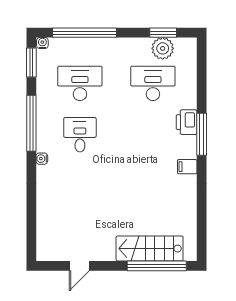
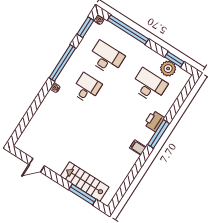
window: (157, 266) -> (82, 195), width x0.68

